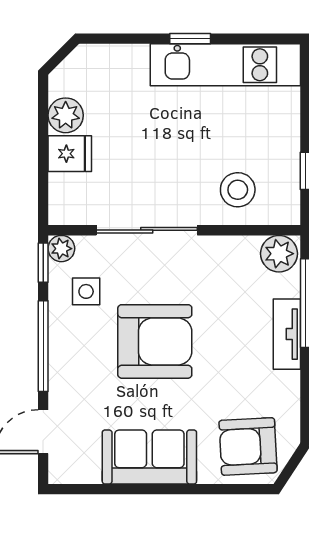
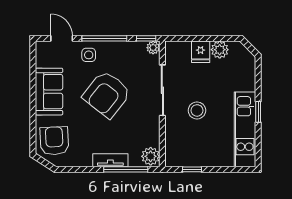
stool: (238, 190) -> (197, 110), moved
side table: (86, 291) -> (89, 55), moved
armchair: (155, 341) -> (107, 94), turned 38

